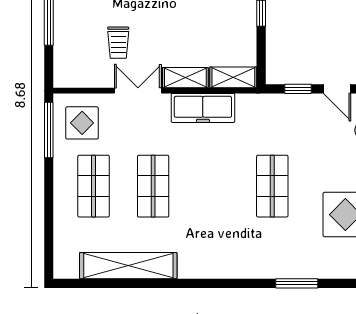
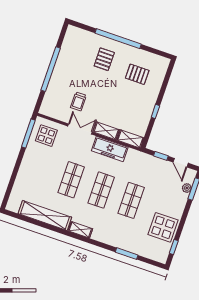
shop shelf: (94, 186) -> (101, 190), moved
shelving: (200, 269) -> (80, 230), added

